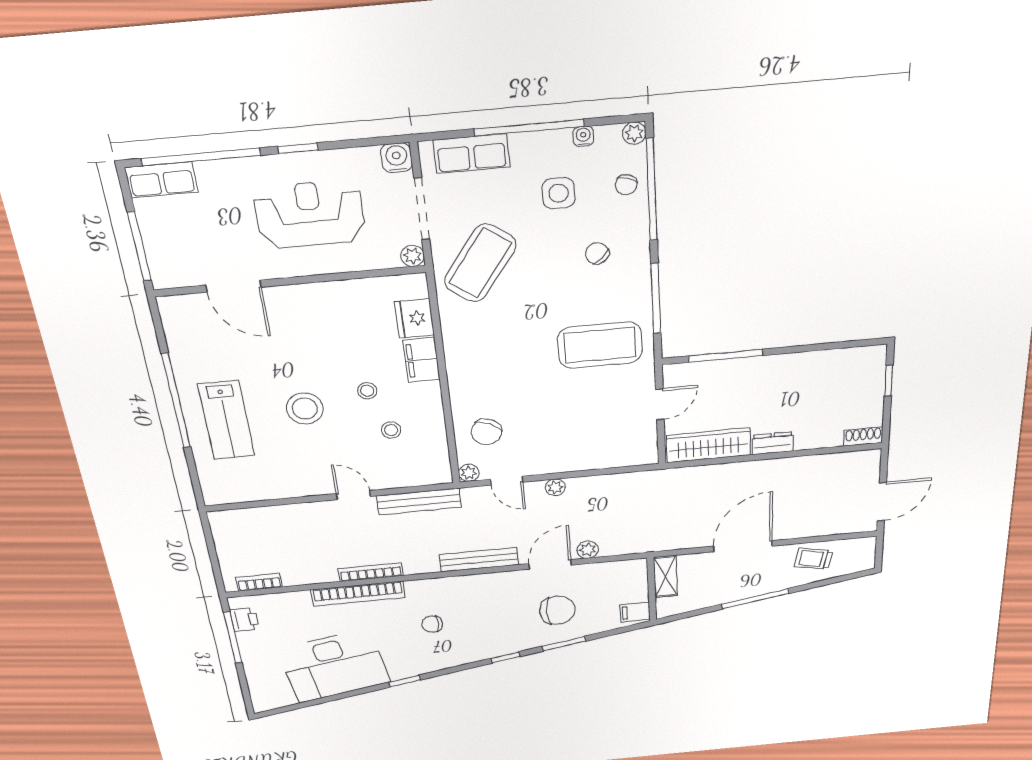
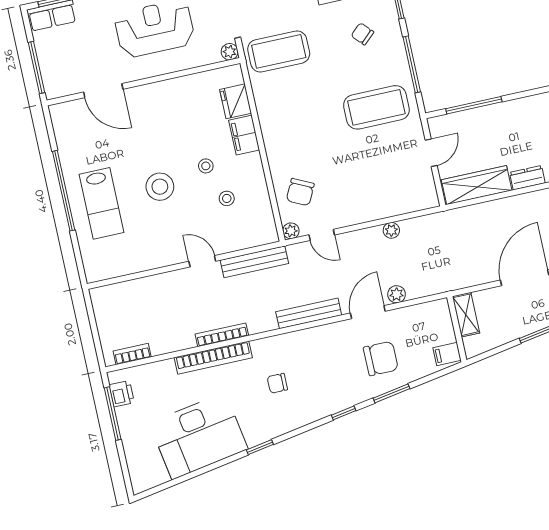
coffee table: (480, 263) -> (279, 51), turned 54
plant: (555, 487) -> (391, 230), moved

